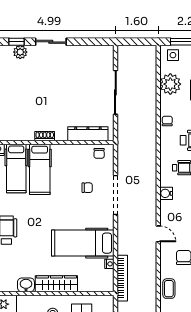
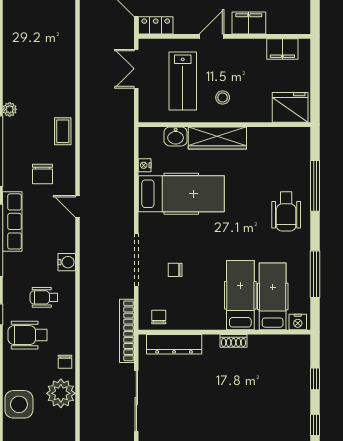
plant: (170, 84) -> (61, 393), moved
bookcase: (122, 278) -> (127, 331), moved
washbasin: (26, 285) -> (176, 136), moved

